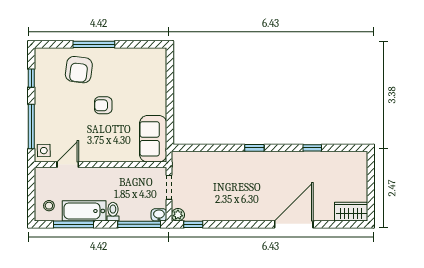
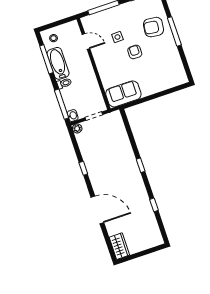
side table: (44, 151) -> (117, 37), moved
window: (193, 224) -> (83, 168), moved

